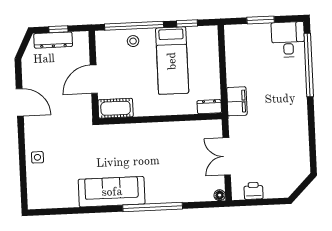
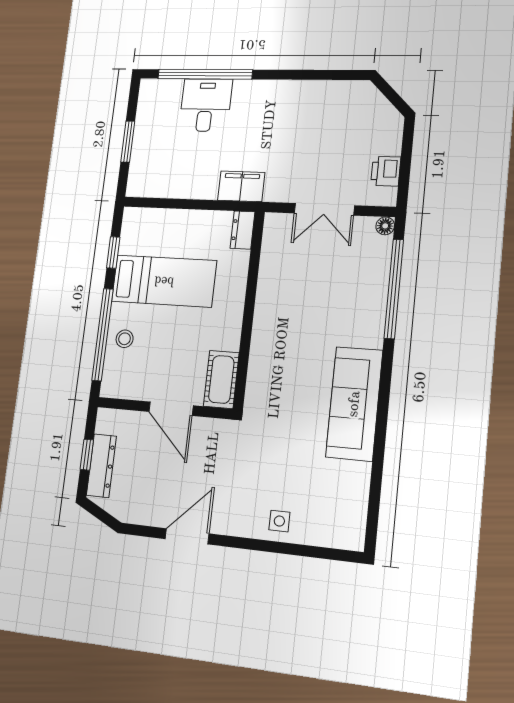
desk: (288, 39) -> (206, 105), moved, turned 90
window: (153, 207) -> (394, 289), moved

